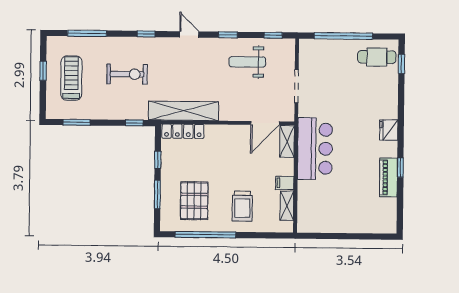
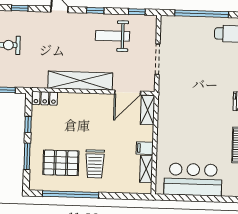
shelving: (184, 111) -> (80, 81), moved
locker: (183, 131) -> (45, 98), width x0.66
bar counter: (315, 149) -> (193, 180), moved, turned -90
pallet: (194, 201) -> (61, 163), turned 90
trolley: (242, 206) -> (95, 164), moved

